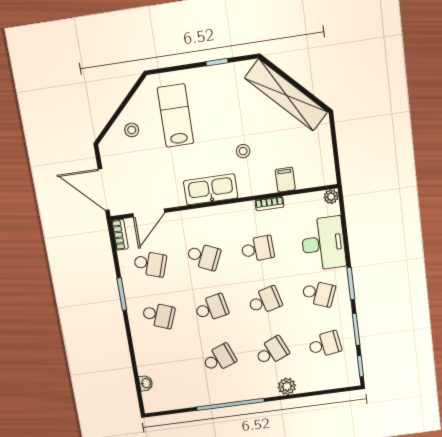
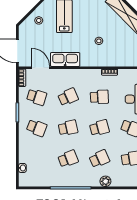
filing cabinet: (285, 180) -> (120, 60), removed
kitchen sink: (211, 189) -> (65, 59), moved
door: (149, 213) -> (41, 68), swing flipped
school desk: (204, 256) -> (68, 97), turned -48

